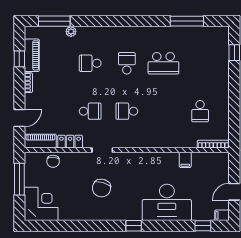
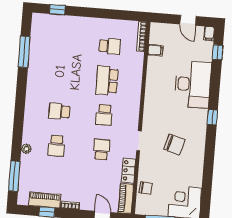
plant: (71, 32) -> (26, 149), moved
school desk: (163, 63) -> (107, 81), moved, turned 180
filing cabinet: (185, 160) -> (155, 50), moved

